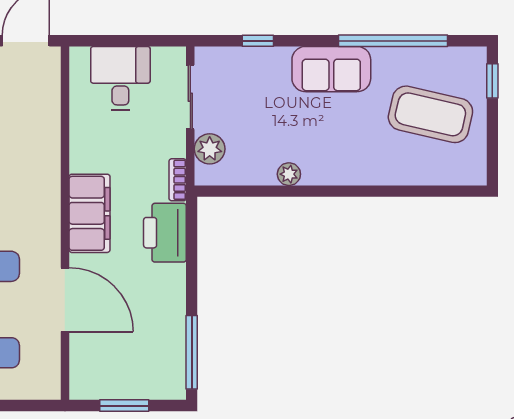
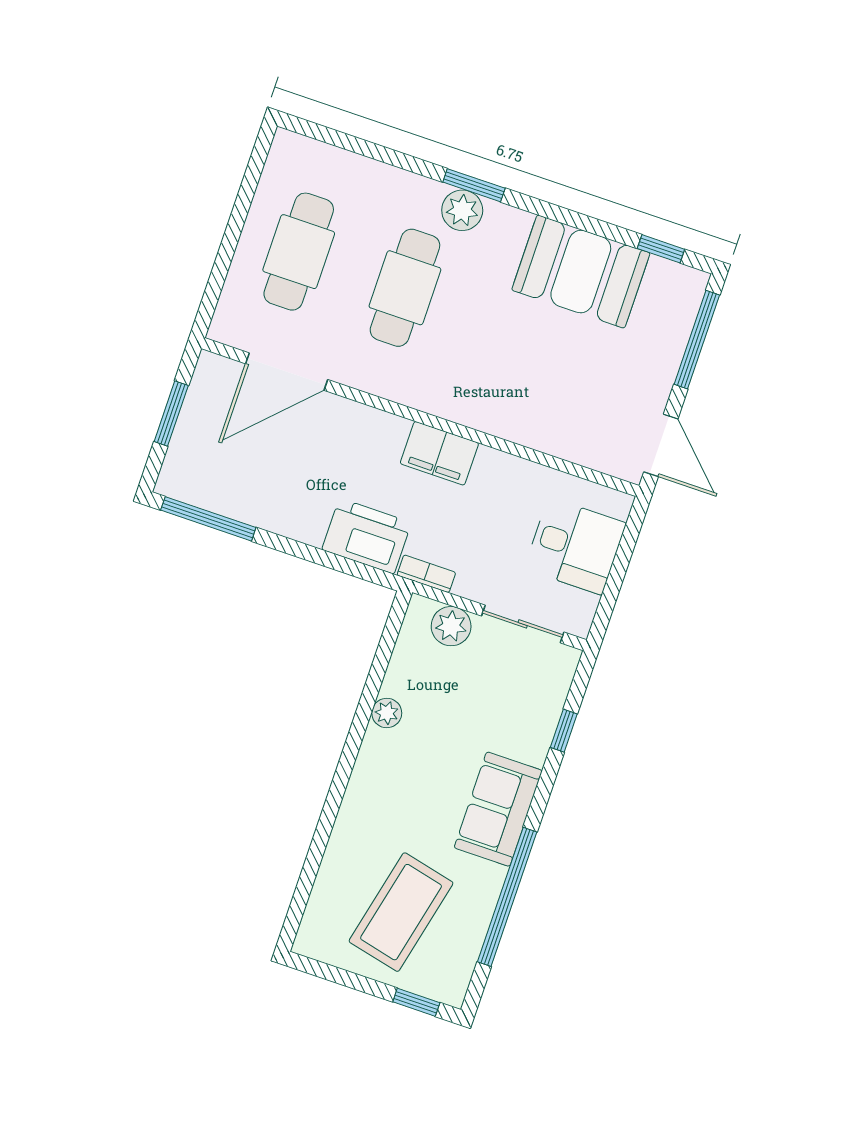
filing cabinet: (89, 213) -> (439, 453), width x0.67, depth x0.86
door: (65, 300) -> (287, 372), moved

